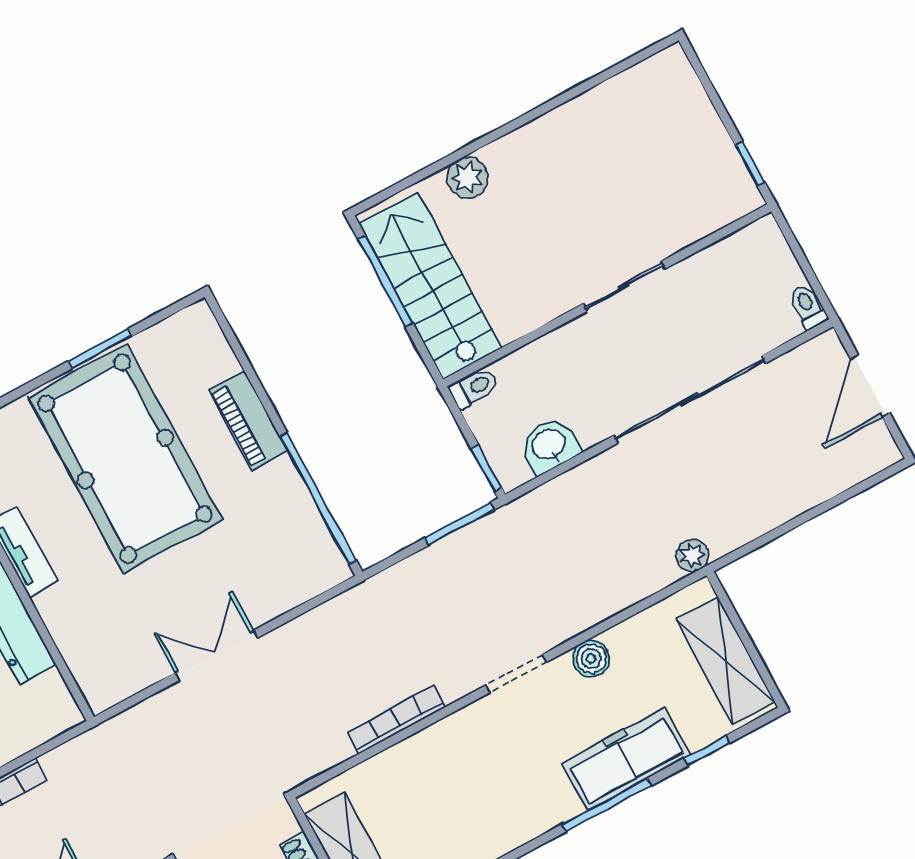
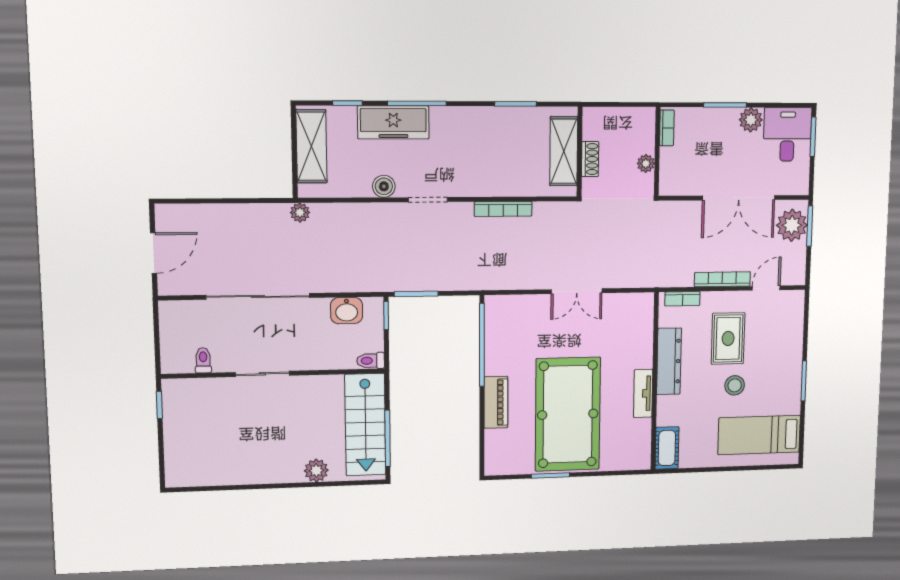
toilet: (808, 307) -> (203, 360), moved, turned 180
bookcase: (43, 730) -> (682, 299), added

